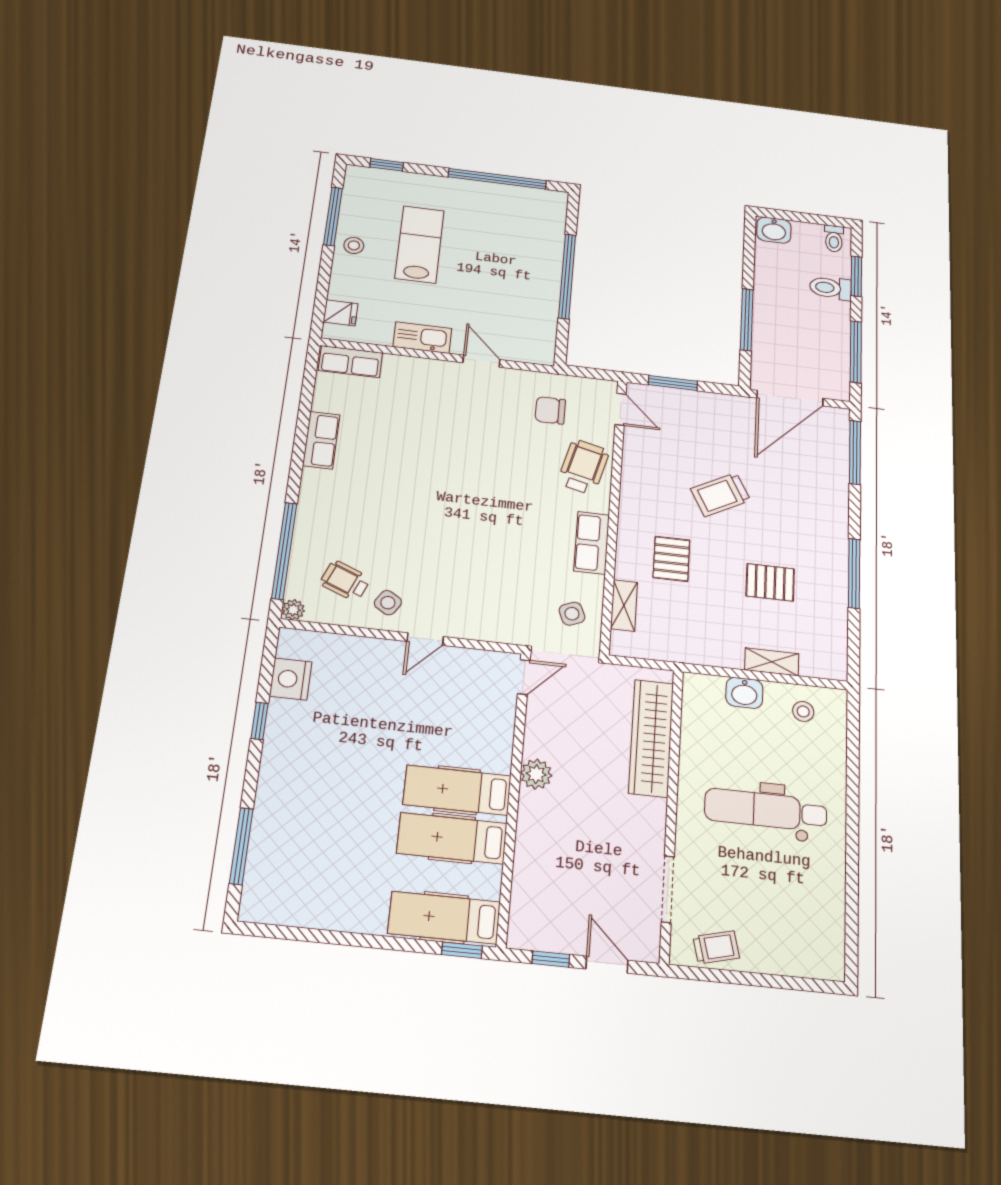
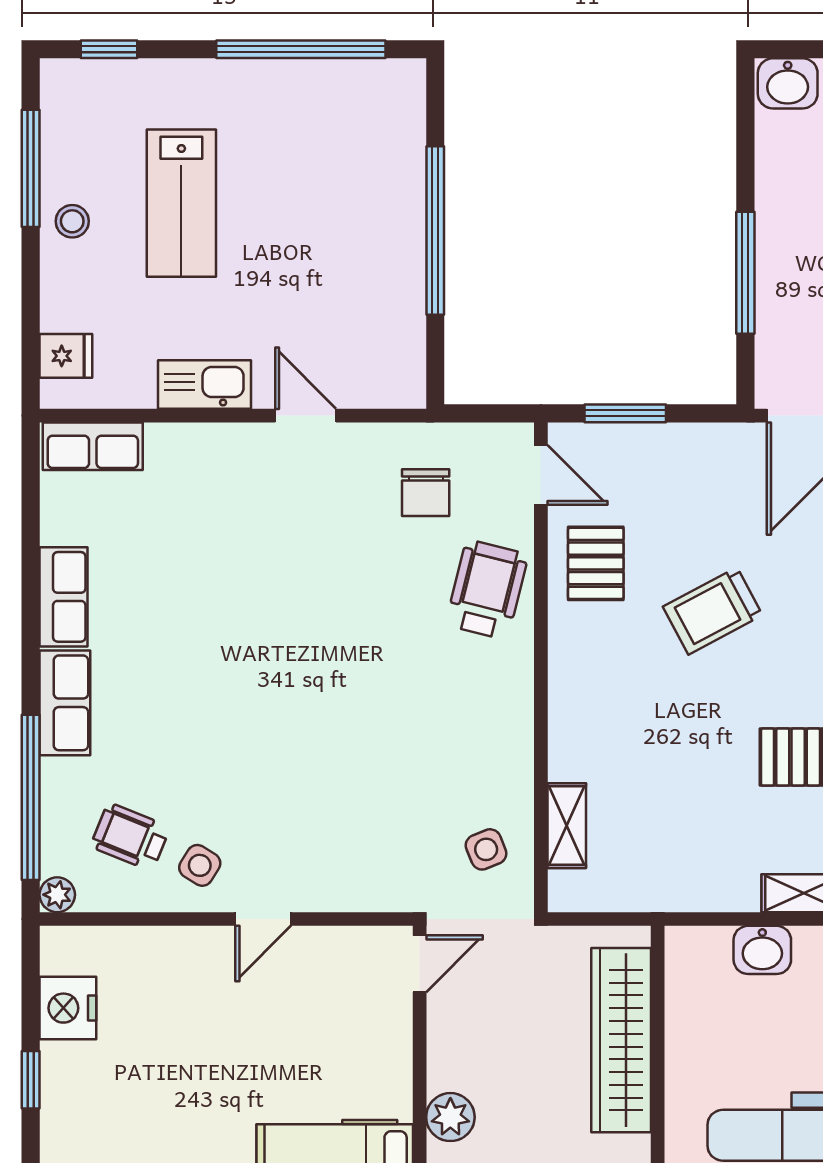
lab bench: (419, 244) -> (181, 203), turned 180
chair: (550, 410) -> (426, 493), turned -90
row of seats: (592, 543) -> (65, 703), moved, turned 180
pallet: (671, 559) -> (596, 563), moved

